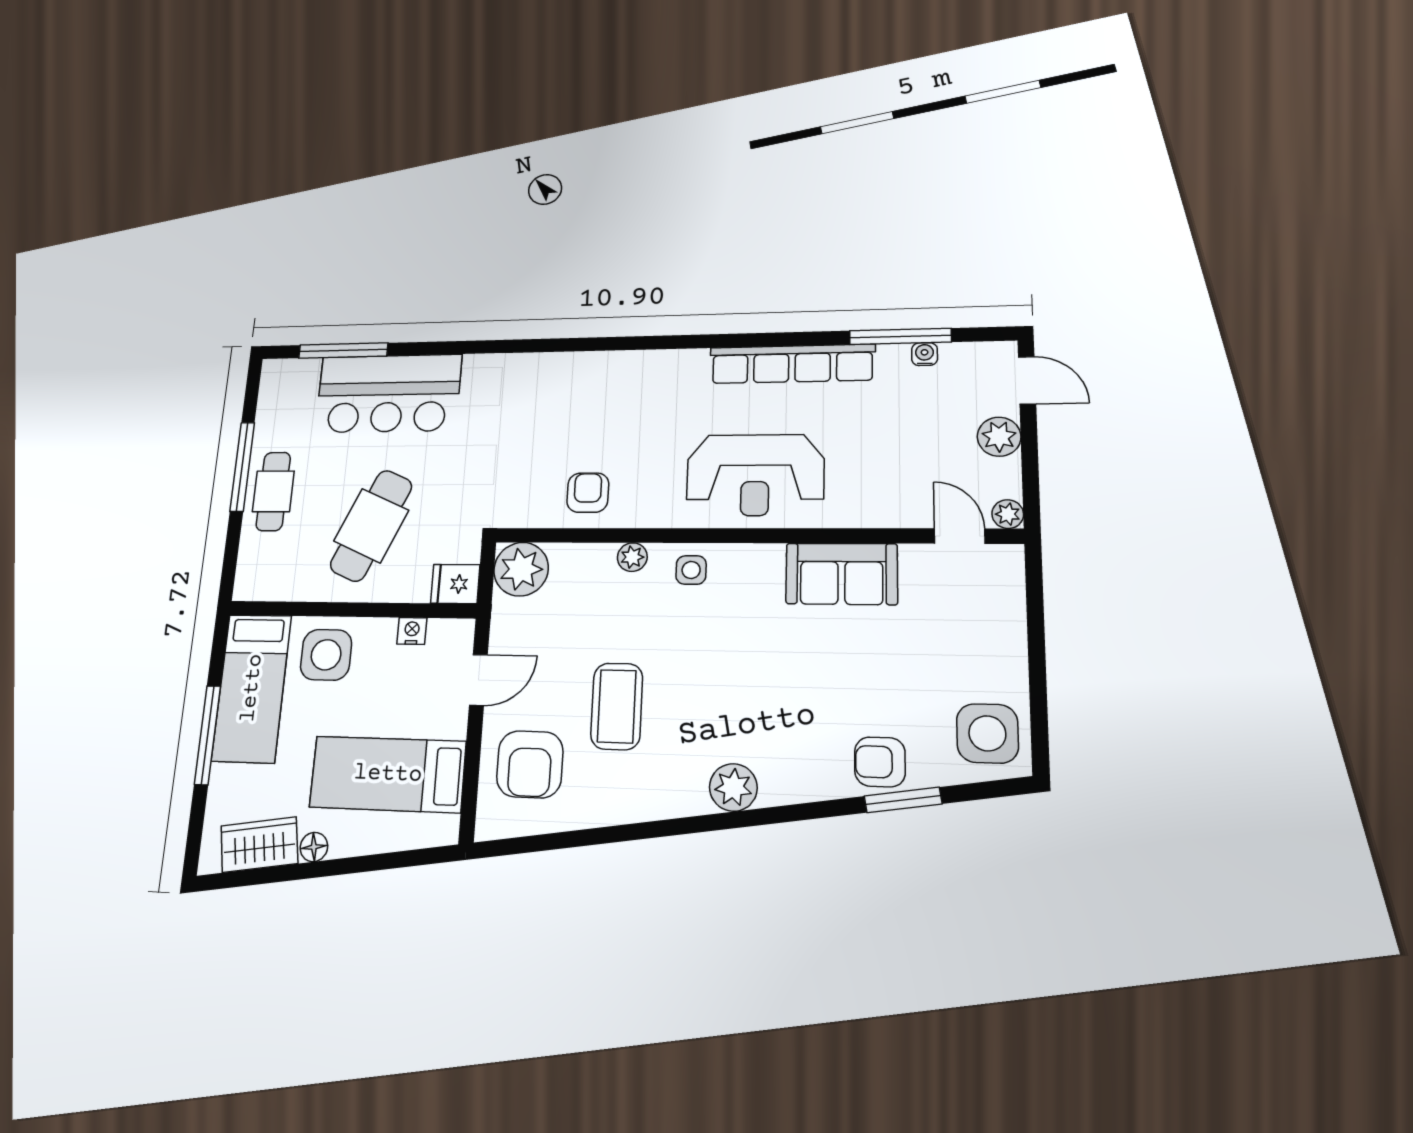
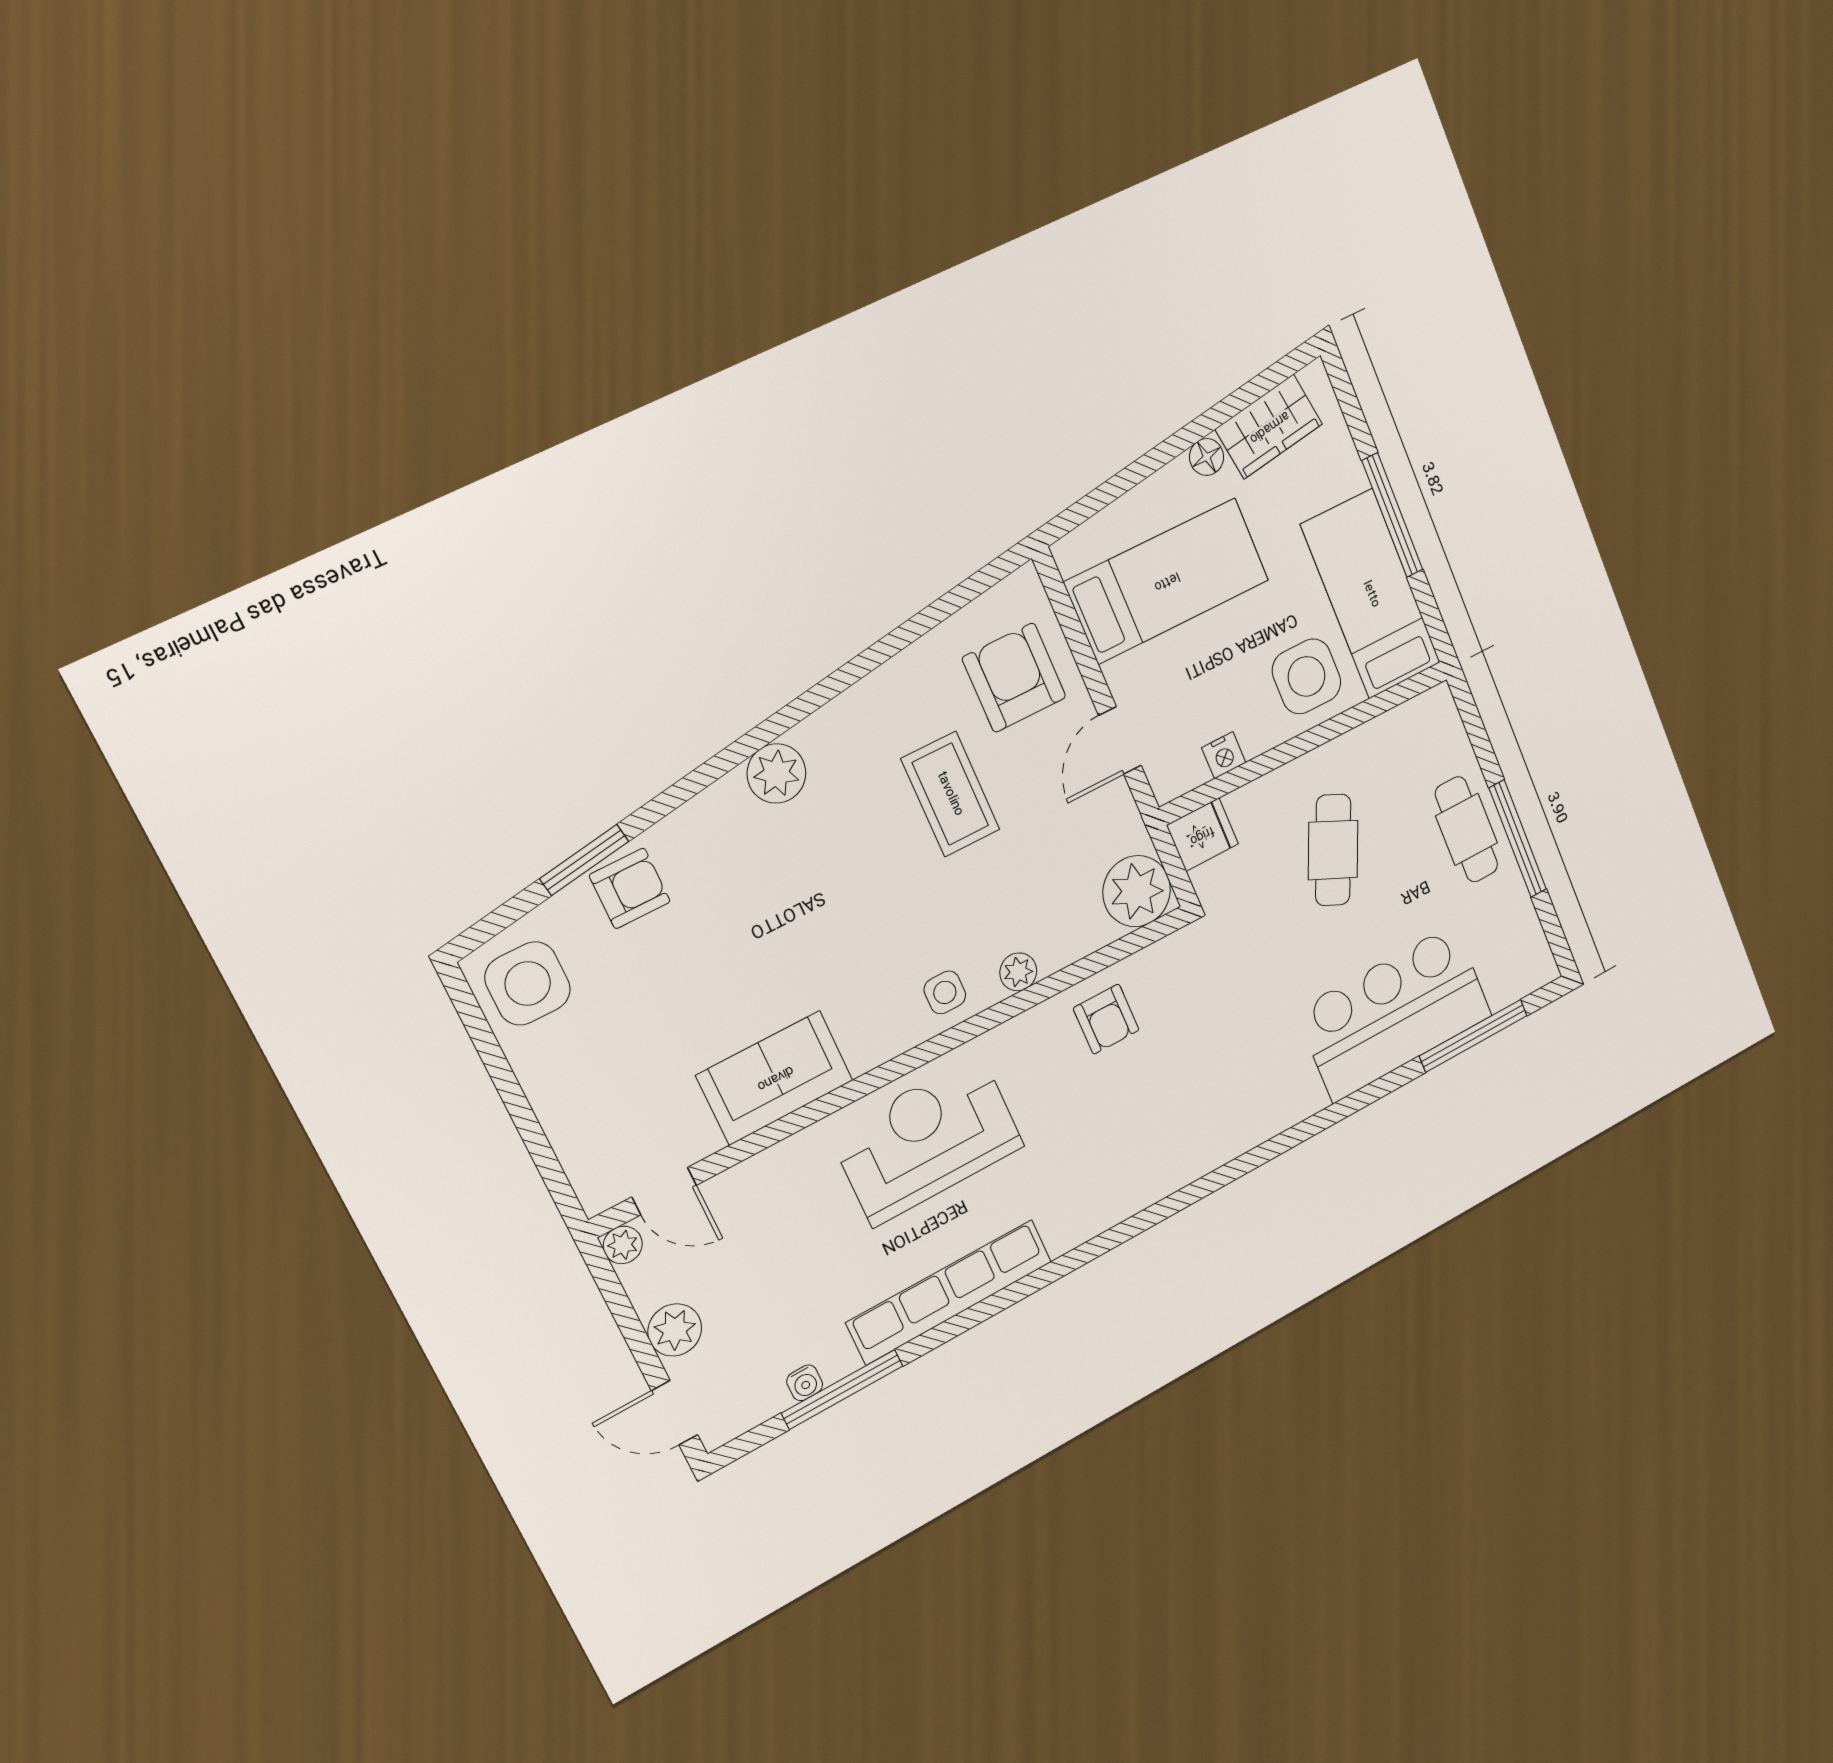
cafe table: (371, 526) -> (1333, 850), width x0.73, depth x0.74

